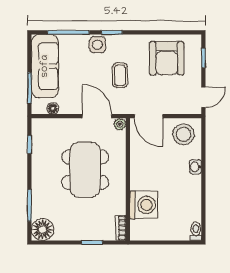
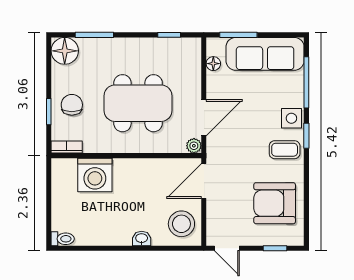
coffee table: (120, 75) -> (285, 150), moved
chair: (87, 224) -> (72, 105), added

